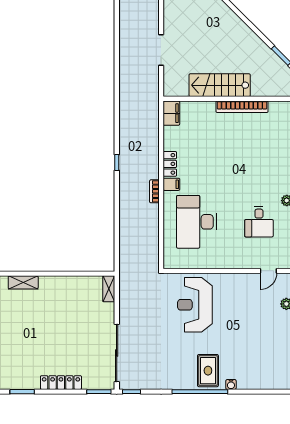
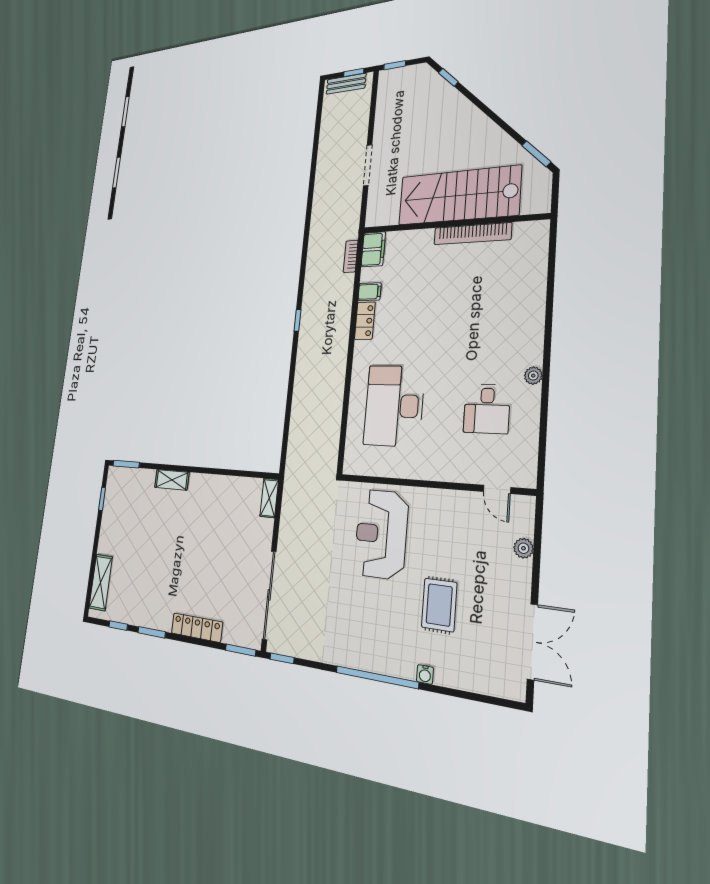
stairs: (220, 85) -> (459, 196), width x1.36, depth x1.51
filing cabinet: (171, 184) -> (370, 292), moved
bookcase: (154, 191) -> (351, 256), moved
door: (268, 271) -> (497, 489), hinge flipped
rug: (208, 371) -> (439, 605), moved

